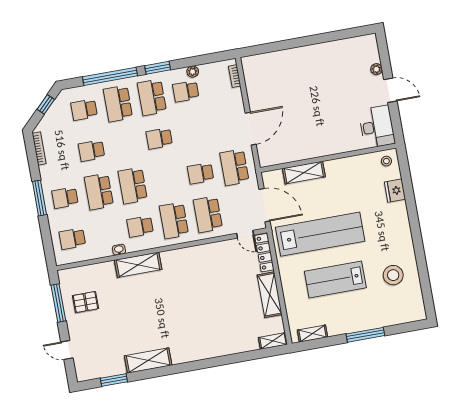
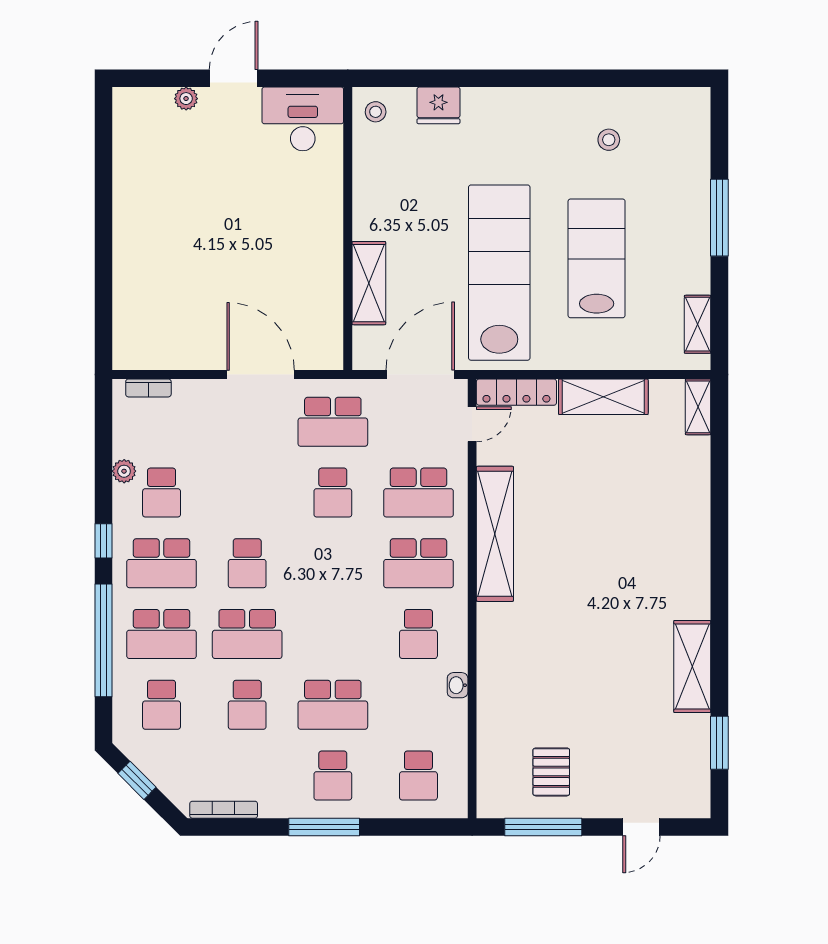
window: (158, 68) -> (104, 541), width x0.67
school desk: (133, 186) -> (247, 634), moved
shelving: (138, 265) -> (495, 534), moved, width x1.47
stool: (393, 275) -> (609, 140), width x0.53, depth x0.53
lab bench: (335, 279) -> (597, 258), turned 180

